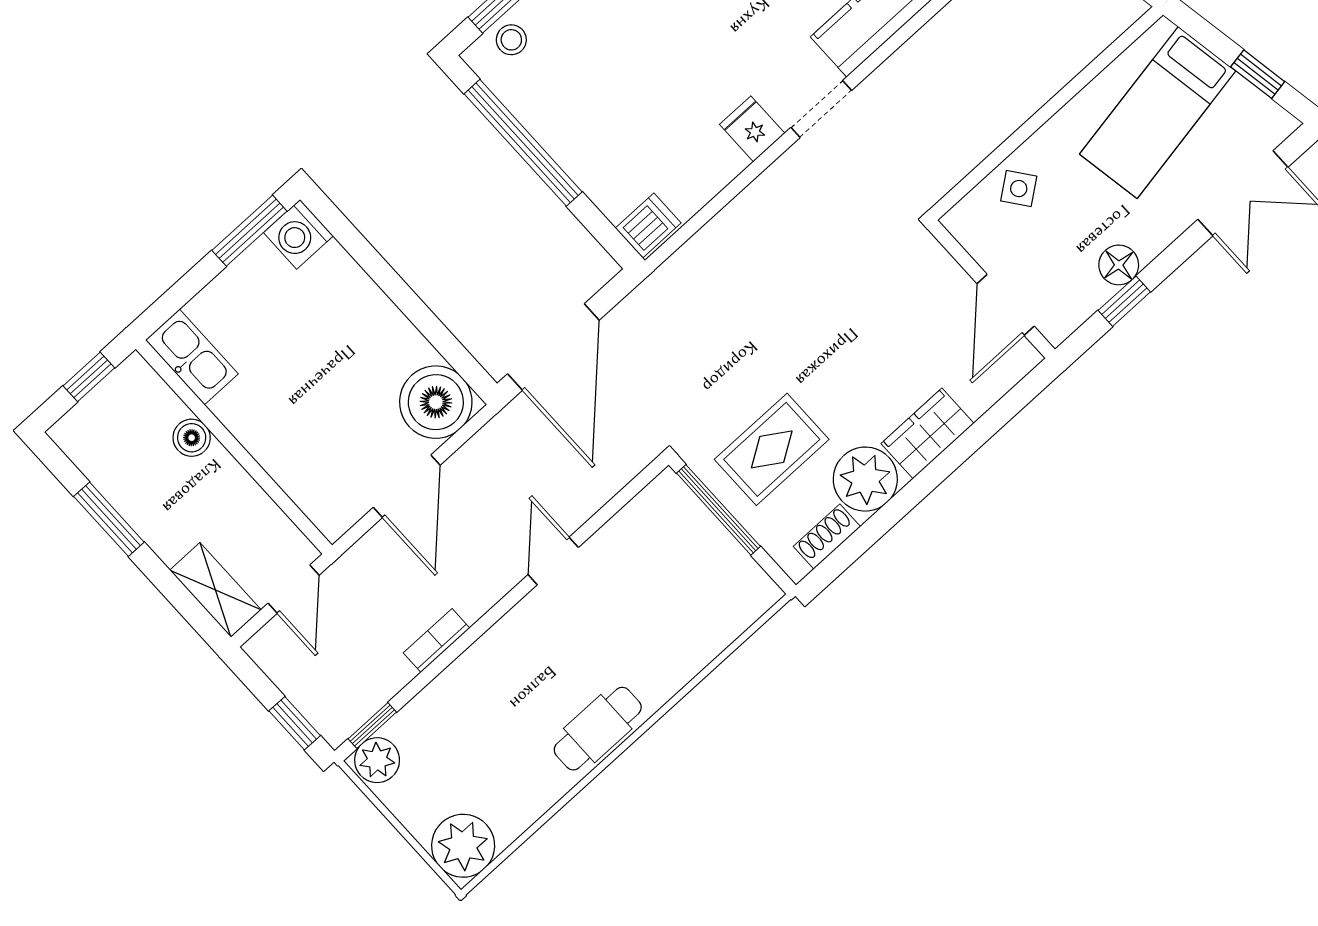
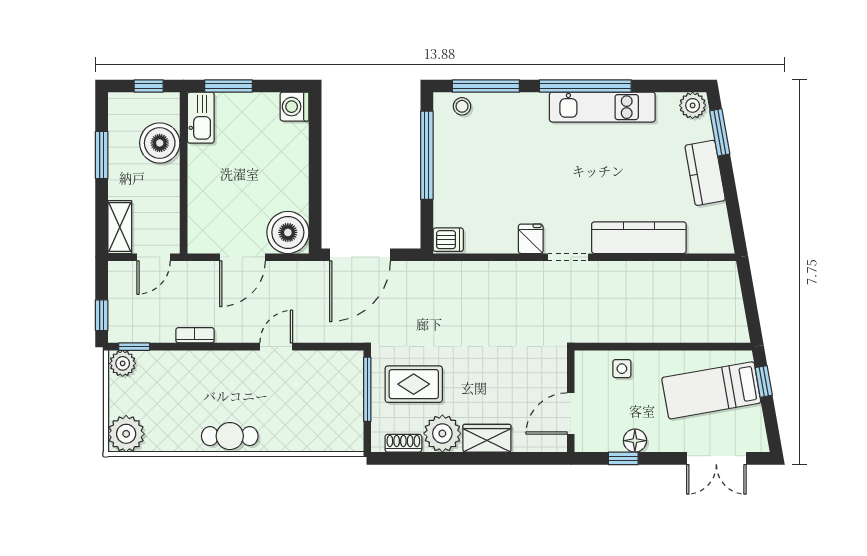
window: (1258, 74) -> (764, 381), moved
side table: (1019, 189) -> (622, 369), turned 37
window: (249, 231) -> (229, 86), moved
boiler: (192, 438) -> (160, 143), width x1.86, depth x1.86

